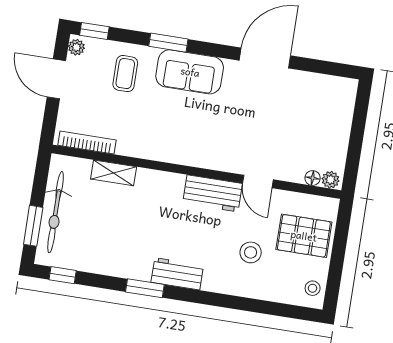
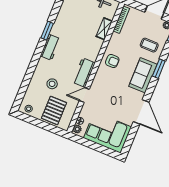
corner sofa: (323, 116) -> (108, 132), added
armchair: (175, 141) -> (112, 61), added

